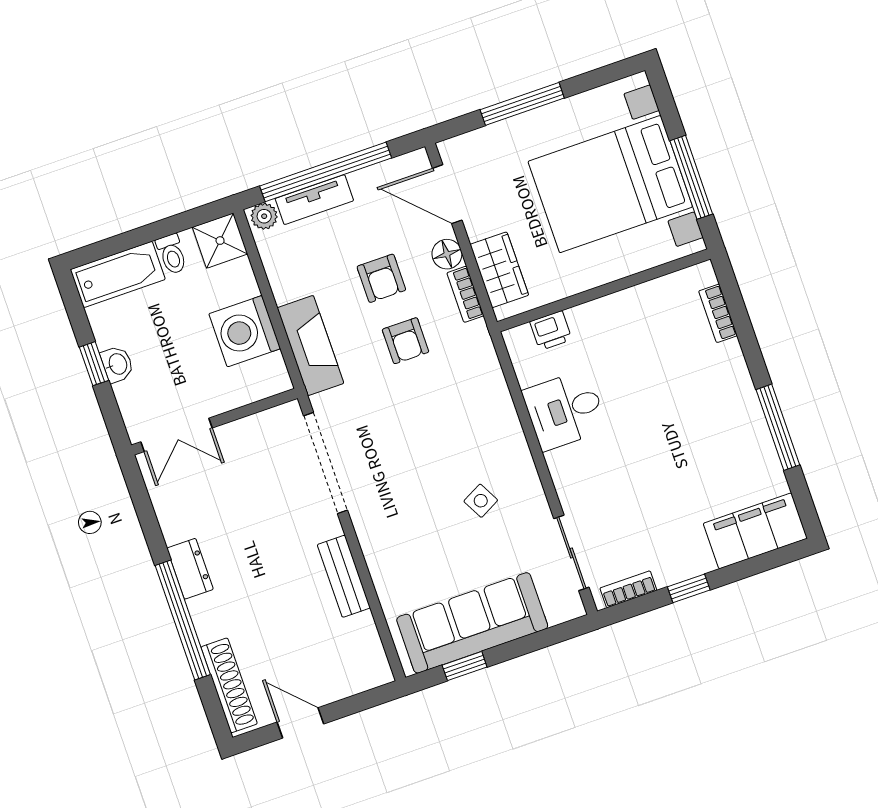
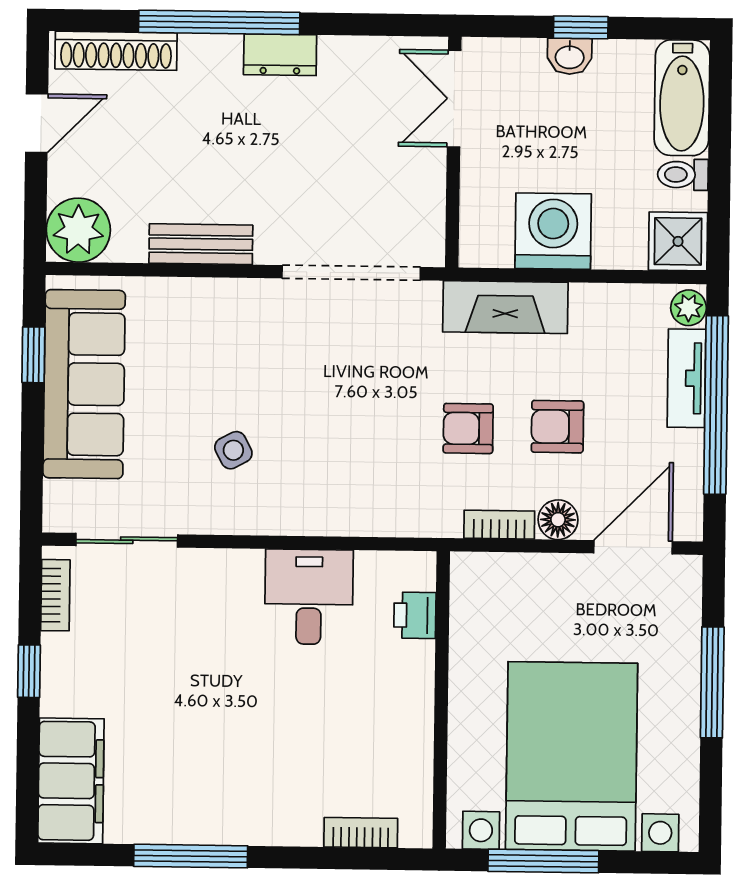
wardrobe: (499, 270) -> (515, 578), removed
plant: (365, 666) -> (78, 230), added

